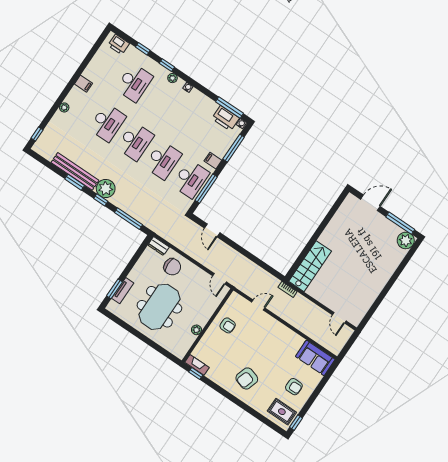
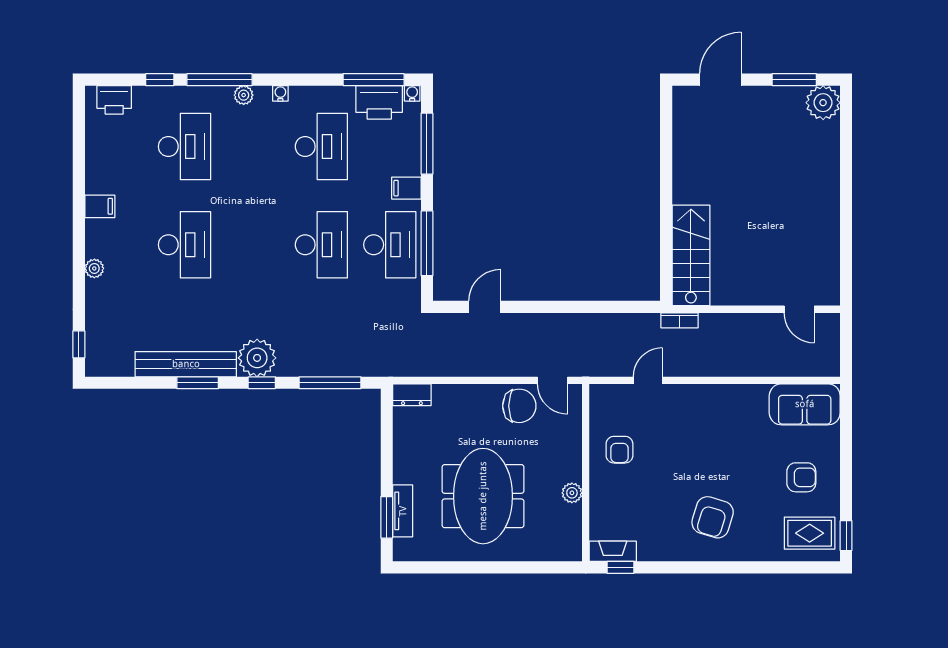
window: (167, 65) -> (219, 80), width x2.17
desk: (135, 141) -> (321, 147), moved
window: (400, 223) -> (794, 80), width x0.69
door: (212, 230) -> (485, 307), swing flipped
chair: (172, 267) -> (519, 406), moved
armchair: (228, 325) -> (619, 450), turned 90

